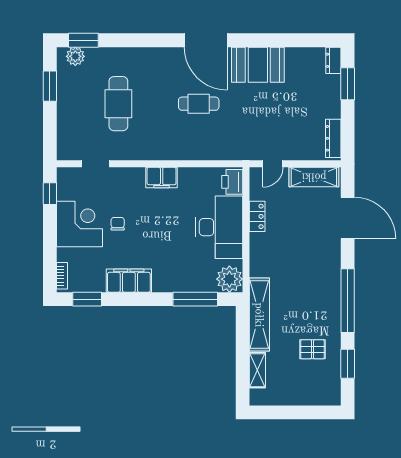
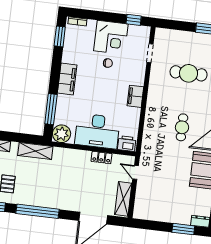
dresser: (333, 138) -> (148, 215), removed
filing cabinet: (129, 281) -> (67, 79), moved
shelving: (259, 315) -> (35, 151), width x0.68

